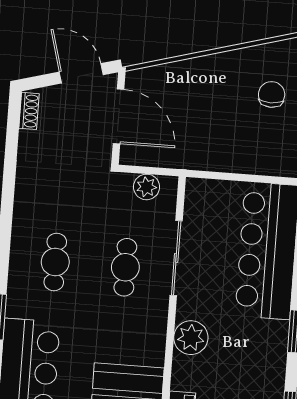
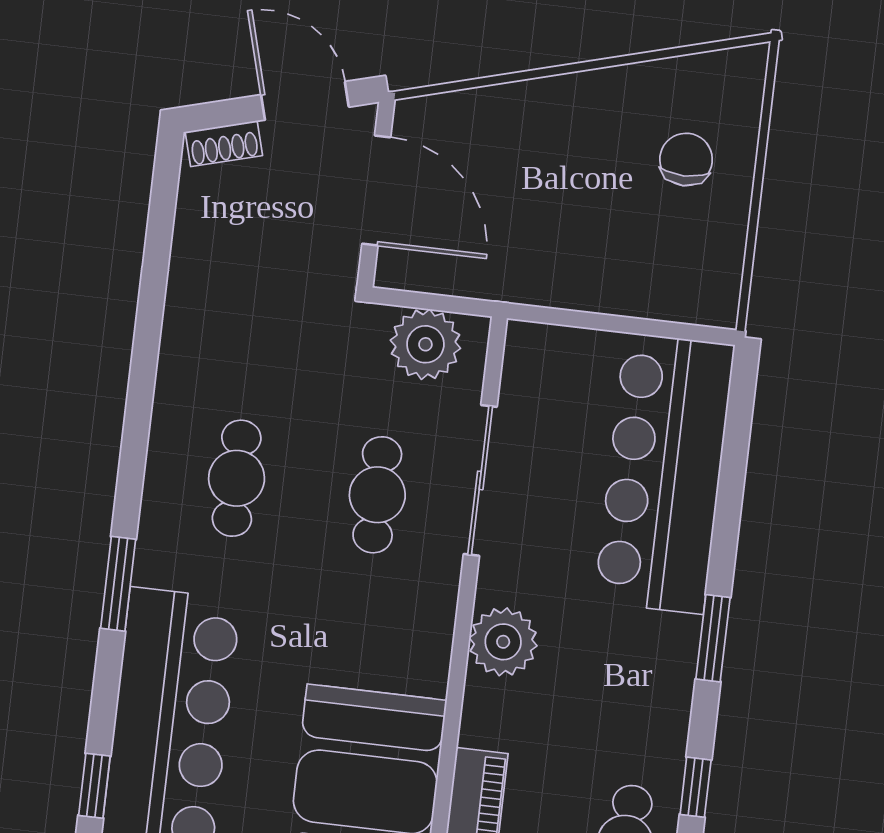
shoe rack: (29, 111) -> (224, 144), moved, turned 74
plant: (147, 187) -> (425, 344), width x1.36, depth x1.36

